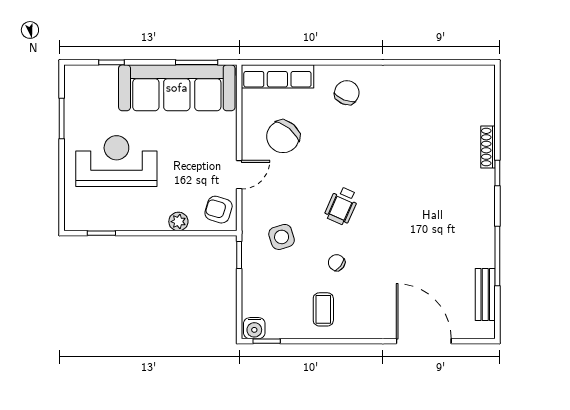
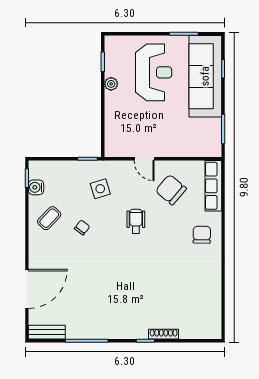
sofa: (177, 88) -> (205, 76), moved
chair: (347, 93) -> (202, 235), turned -111
wheelchair: (342, 206) -> (136, 221), moved, turned 66
armchair: (219, 210) -> (119, 144), removed
plant: (178, 222) -> (111, 84), moved
bench: (485, 294) -> (47, 332), moved
coffee table: (323, 309) -> (49, 218), turned -46
water cooler: (254, 328) -> (36, 187), moved

